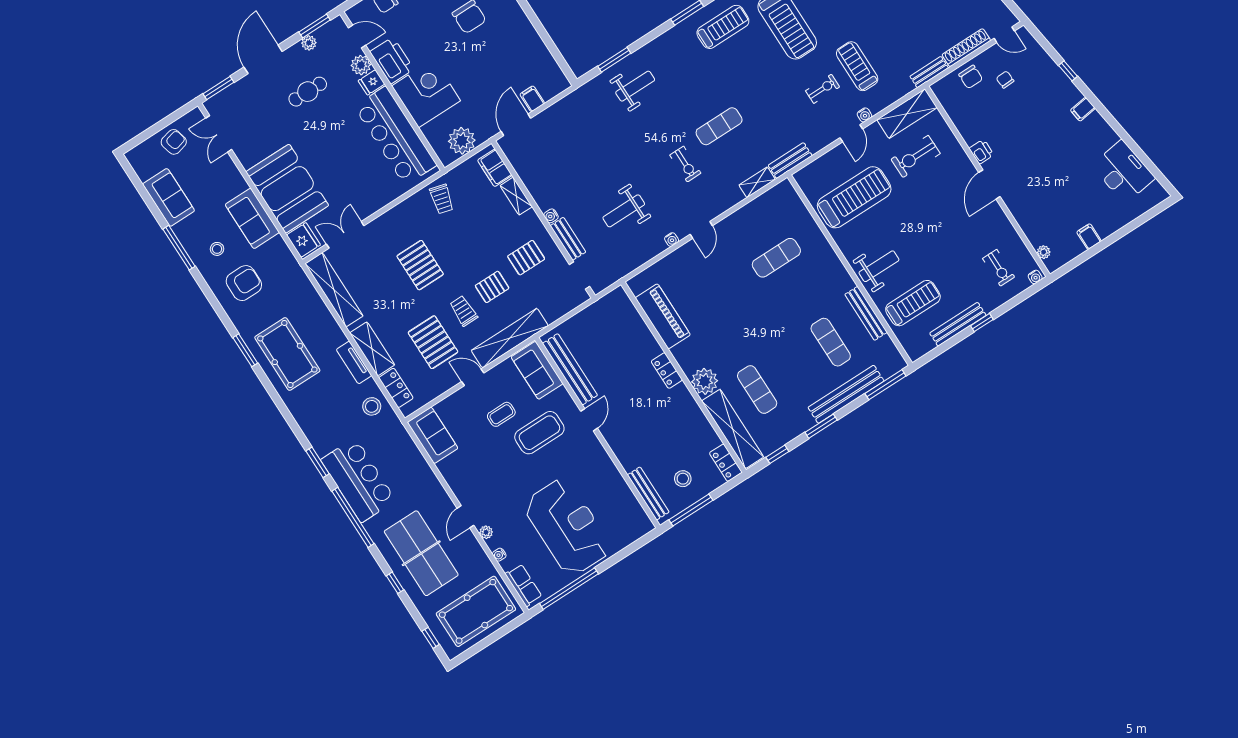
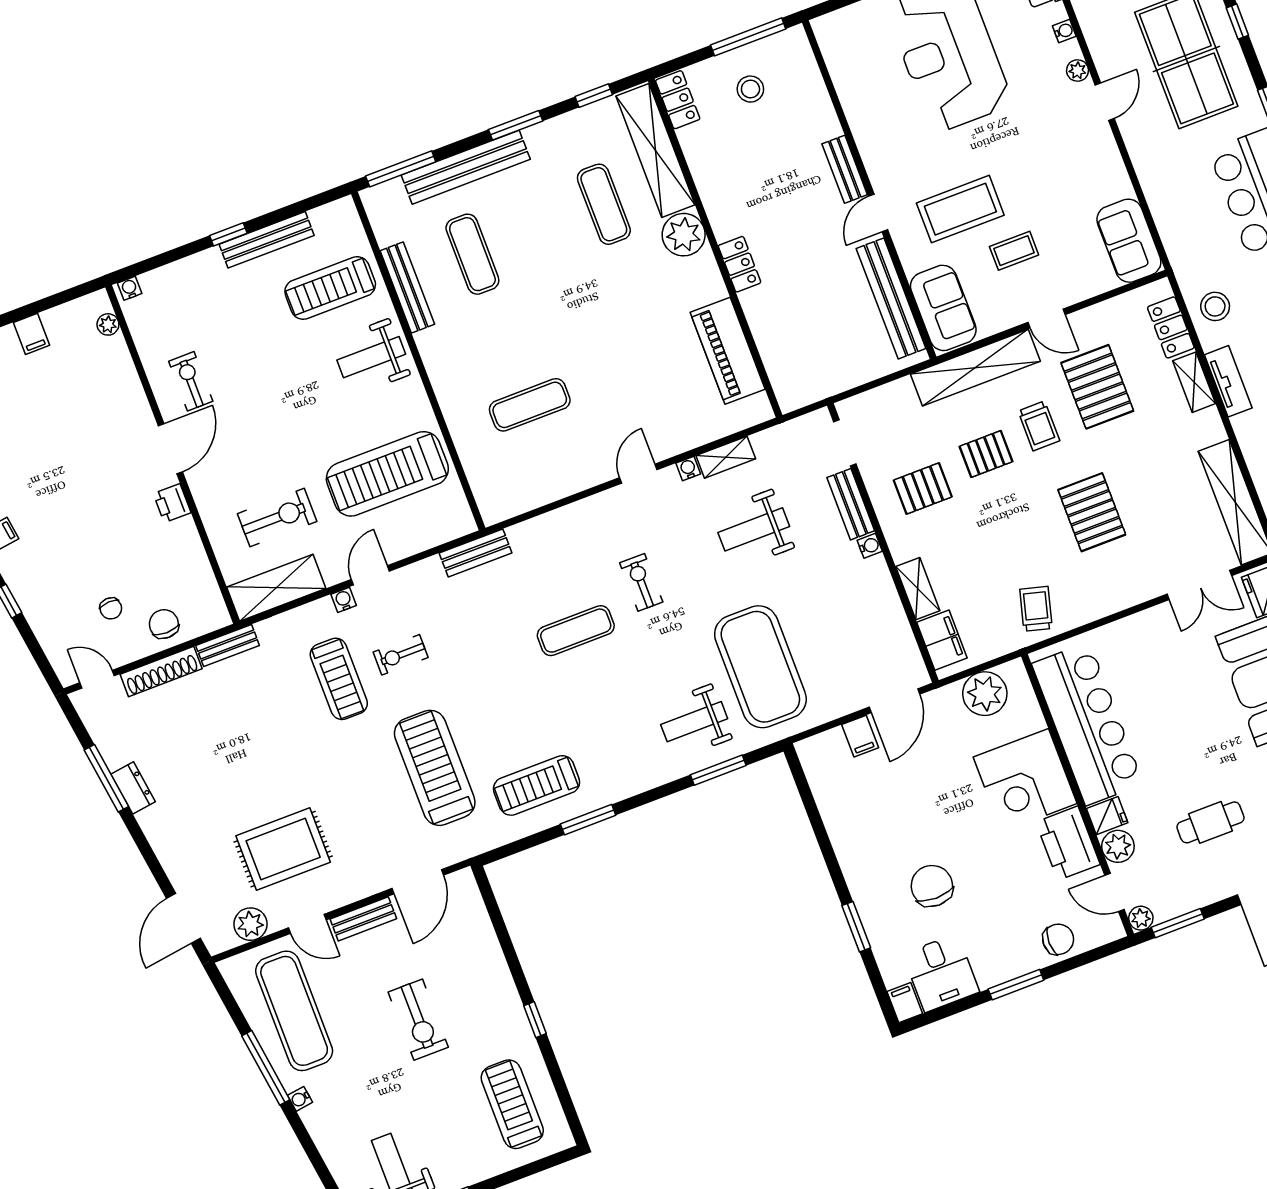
plant: (309, 43) -> (1141, 918), moved
exercise mat: (602, 128) -> (760, 667), added
shelving: (757, 182) -> (726, 457), moved
weight bench: (624, 211) -> (754, 529), turned 180
exercise bike: (999, 268) -> (191, 381), moved
shelving: (372, 349) -> (1194, 382), width x0.67, depth x0.75
bench: (648, 494) -> (845, 169), moved, width x0.73

